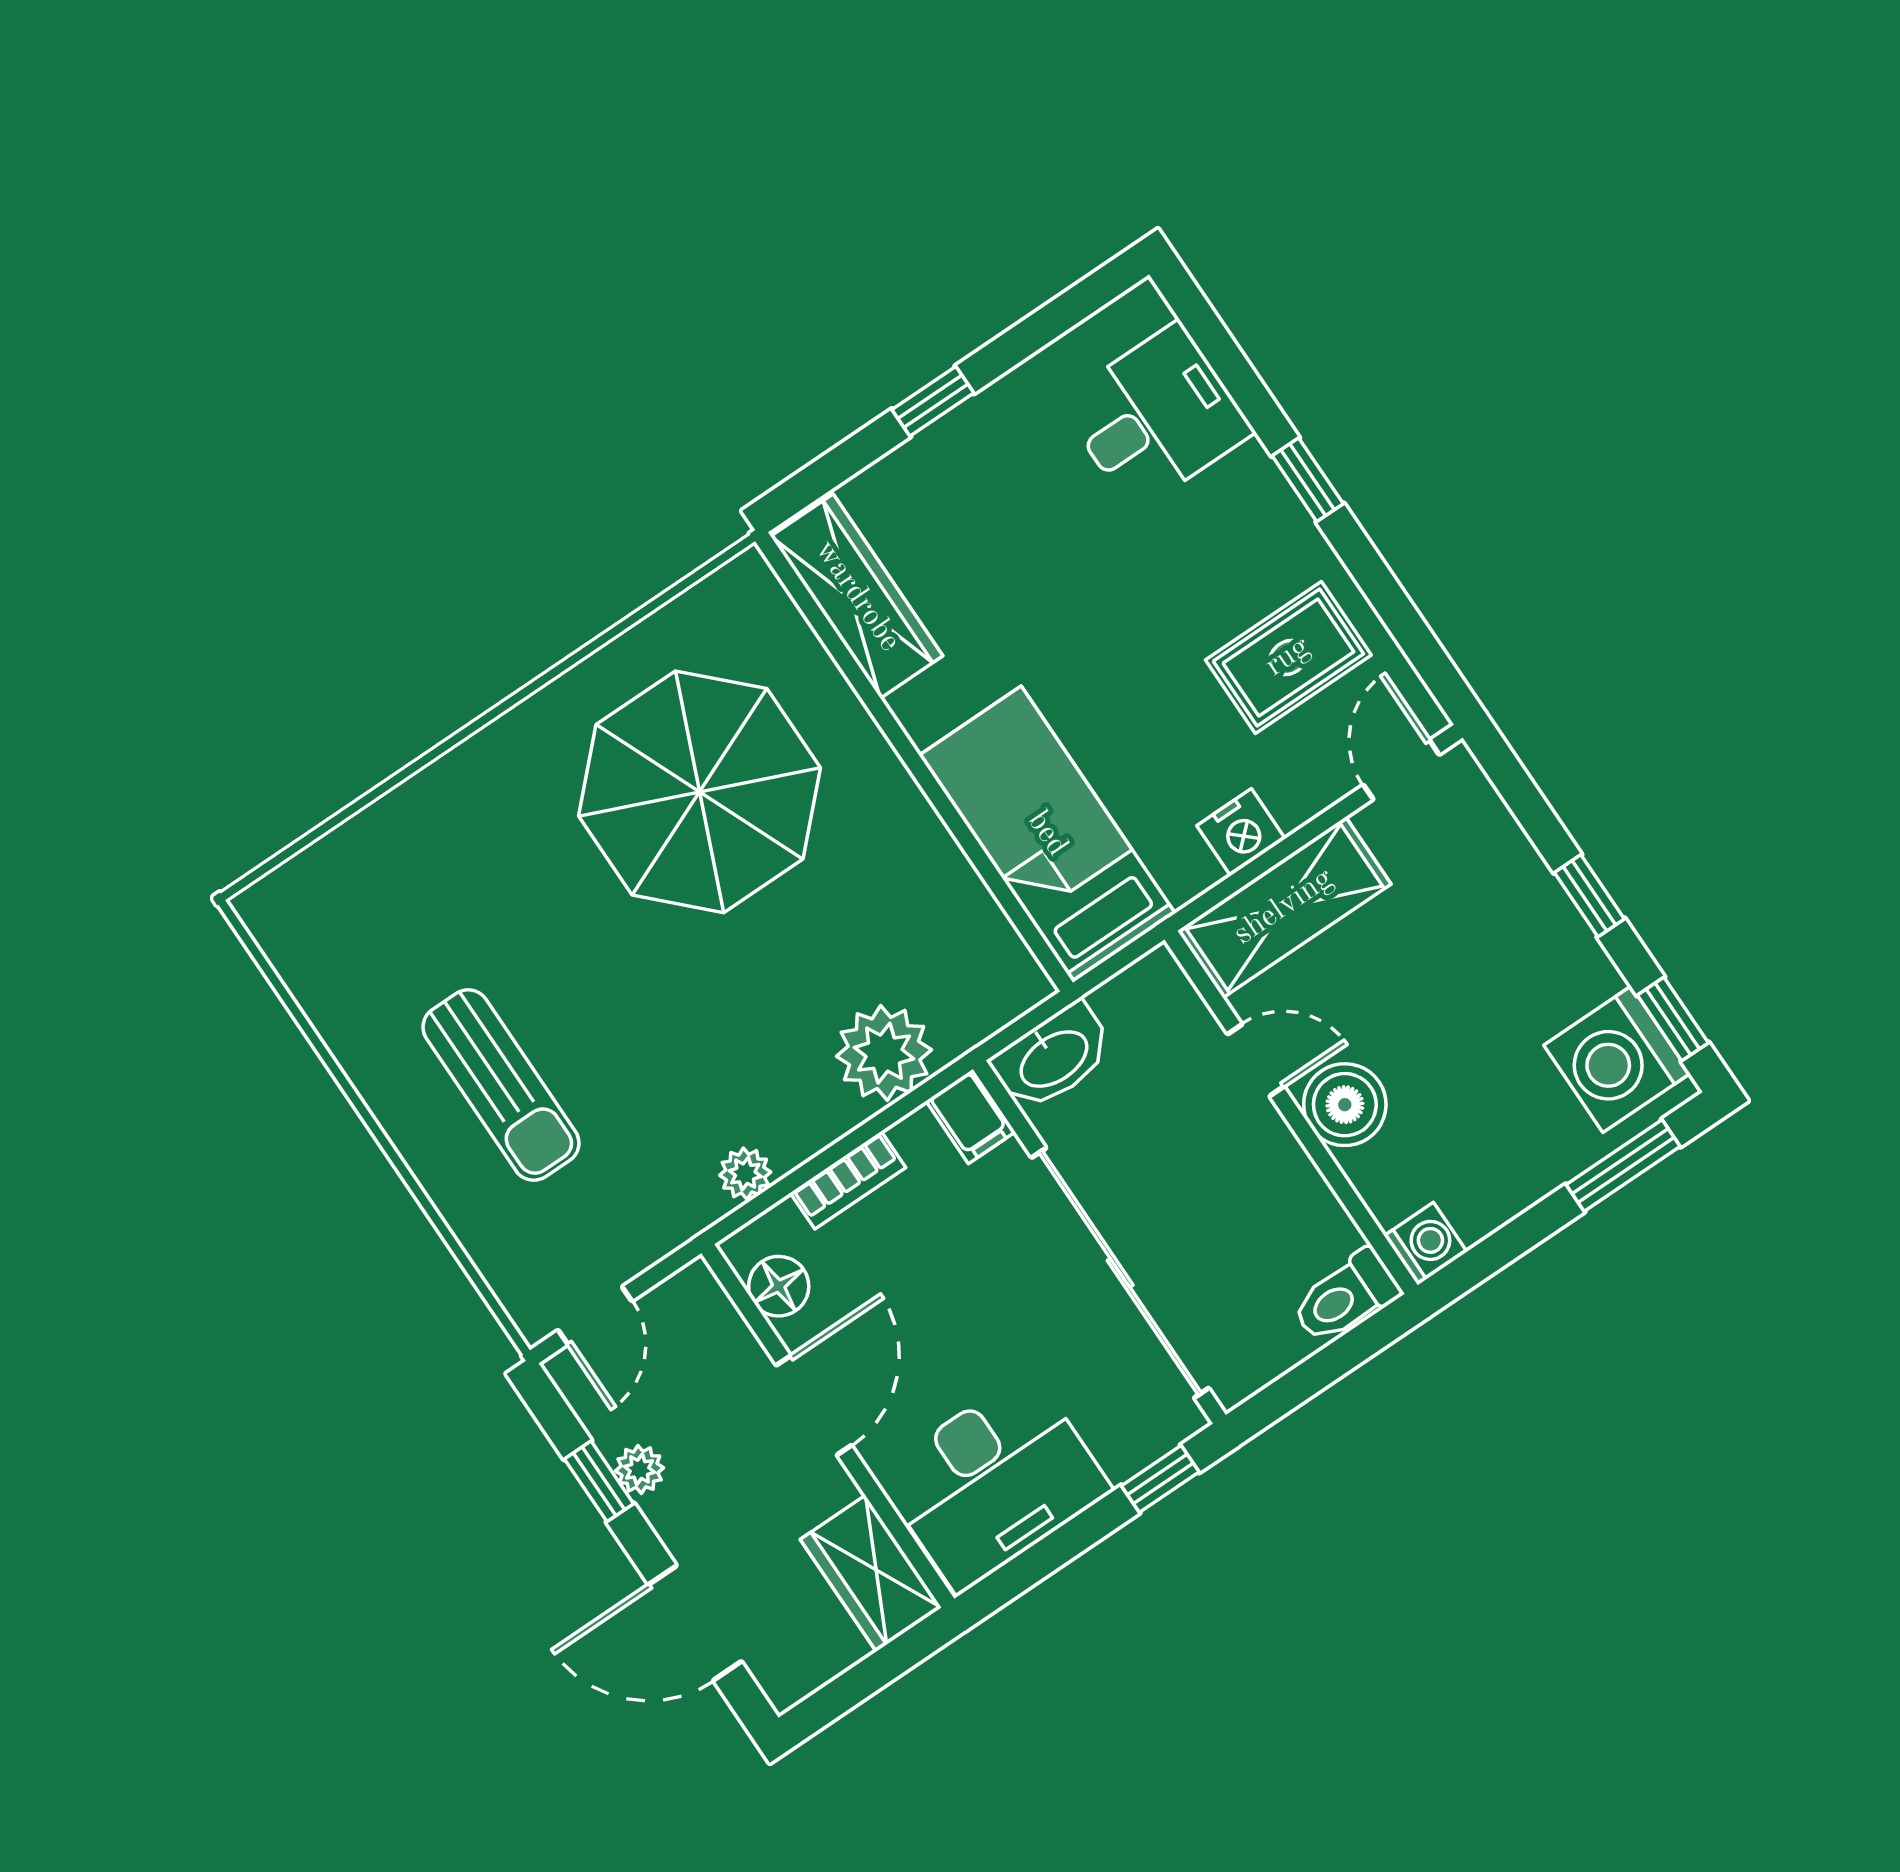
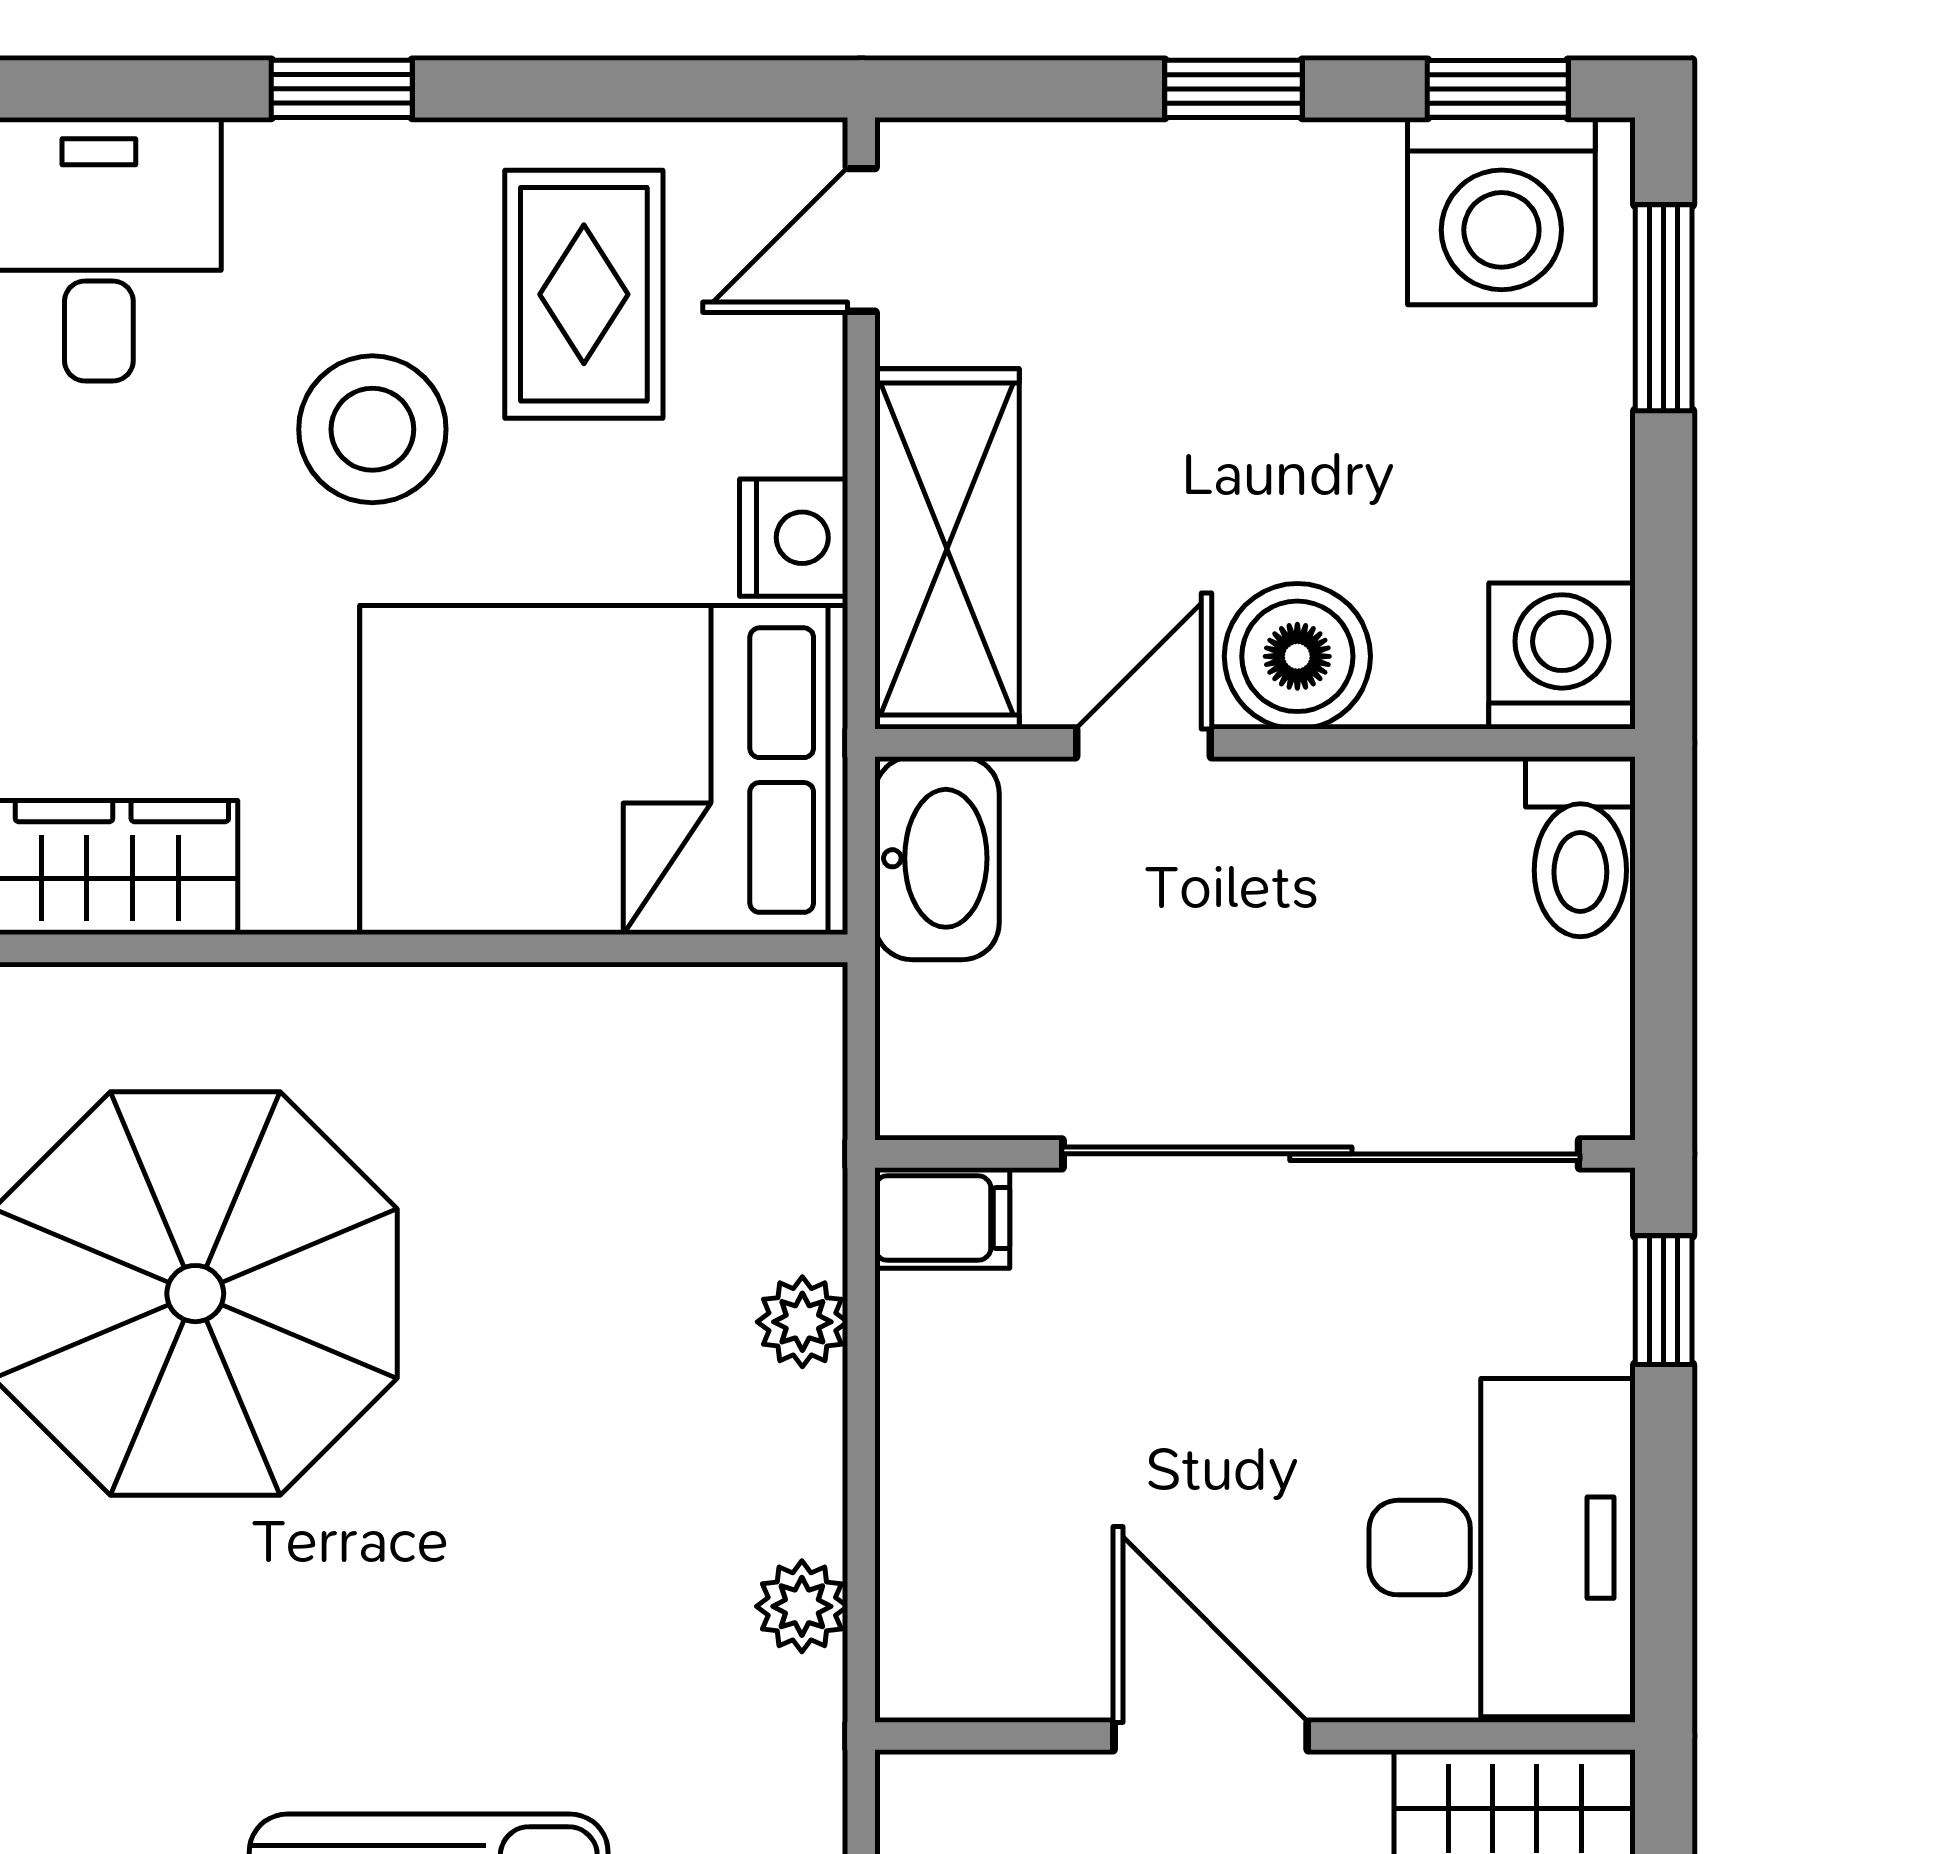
stool: (1159, 602) -> (372, 429), added
door: (1401, 770) -> (861, 240), hinge flipped
bed: (1047, 834) -> (604, 770), width x1.50
plant: (884, 1053) -> (802, 1322), width x0.53, depth x0.53
washbasin: (1053, 1057) -> (937, 858), moved
bookcase: (848, 1180) -> (914, 1462), removed
washing machine: (1425, 1244) -> (1562, 656), width x1.38, depth x1.38
floor lamp: (779, 1286) -> (1001, 1669), removed

